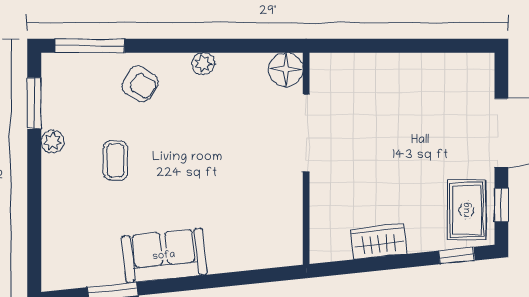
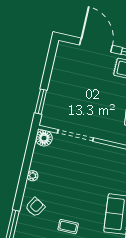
window: (359, 46) -> (41, 102), added

